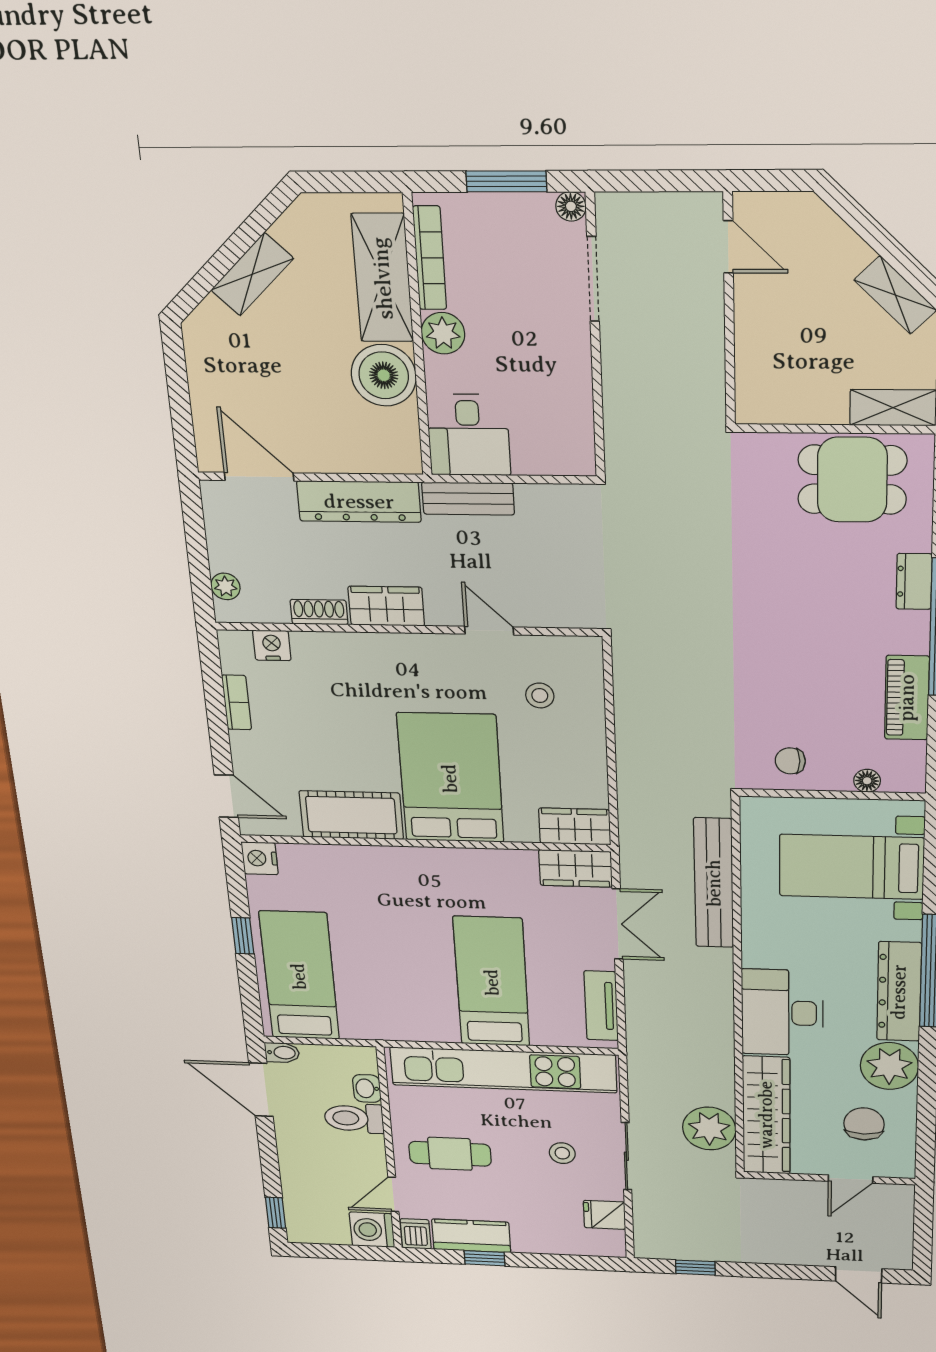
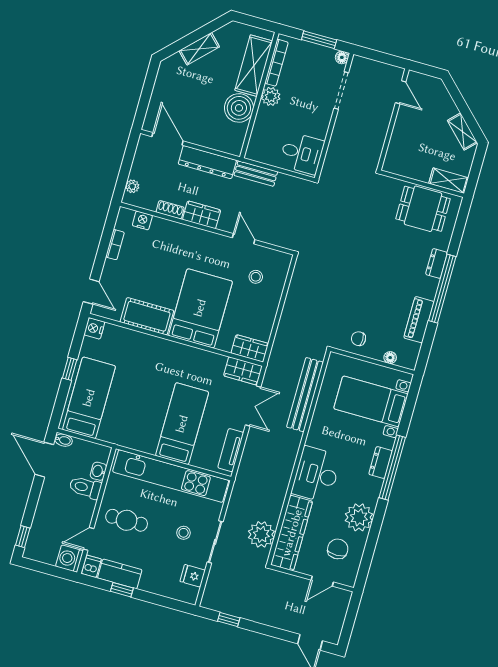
desk: (469, 435) -> (302, 153), moved, turned -90
dresser: (899, 992) -> (380, 462), width x0.51, depth x0.80

